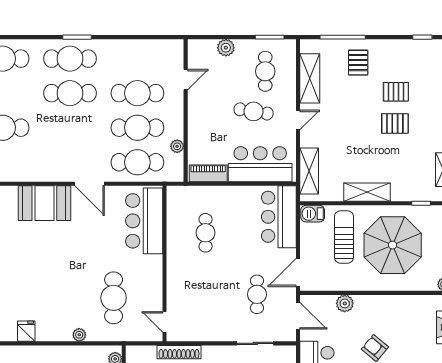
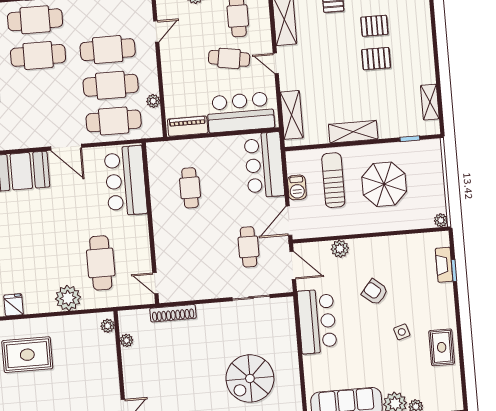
door: (298, 120) -> (276, 63), swing flipped
barbecue: (313, 214) -> (297, 187), moved, turned -90
parasol: (393, 245) -> (384, 184), width x0.73, depth x0.73
plant: (79, 335) -> (68, 298), width x1.88, depth x1.88

